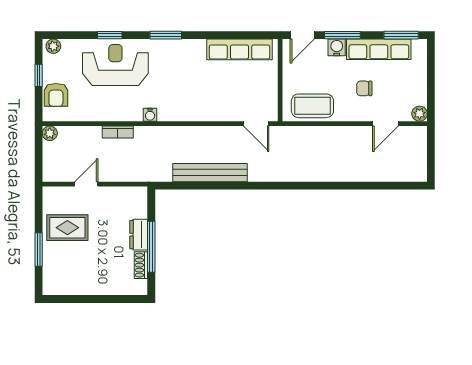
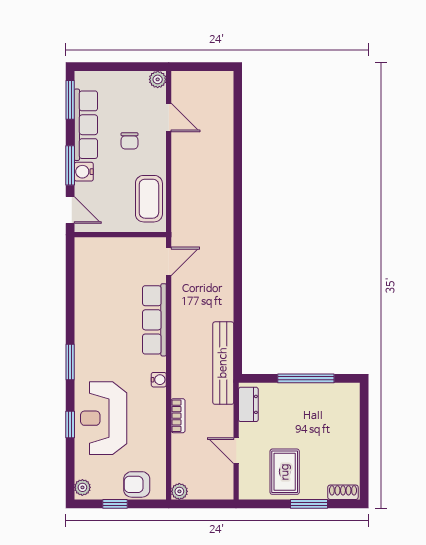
row of seats: (239, 49) -> (154, 320), moved, turned 180
armchair: (56, 95) -> (137, 484), turned 180
bench: (210, 173) -> (223, 363), moved
dresser: (139, 235) -> (248, 404), moved, turned -90
shoe rack: (141, 265) -> (343, 492), moved, turned 180

